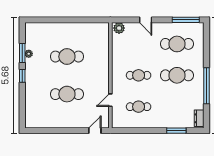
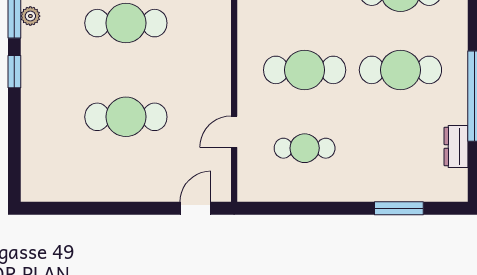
cafe table: (139, 75) -> (305, 70), width x1.37, depth x1.35
dresser: (199, 118) -> (456, 146), moved

